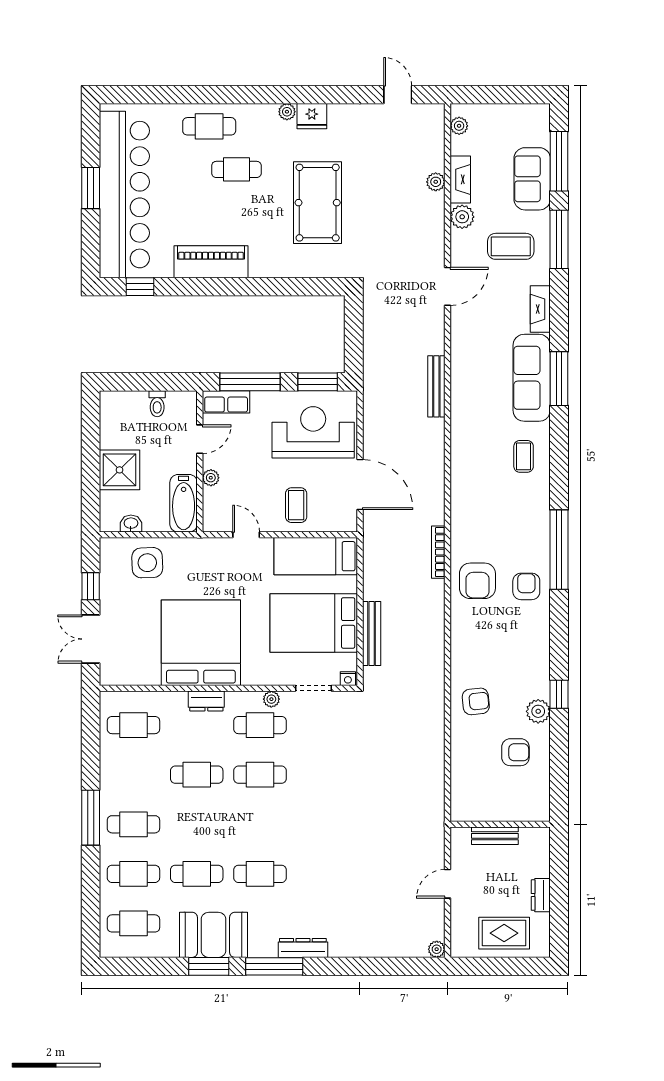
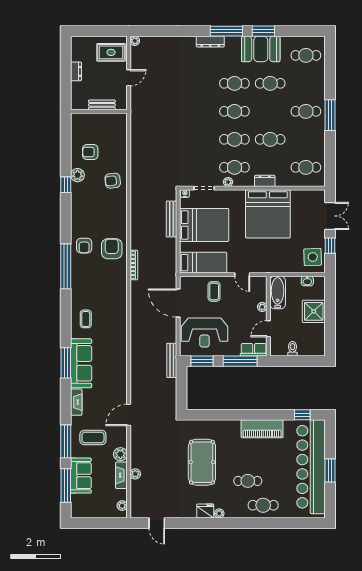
bench: (436, 386) -> (172, 360), moved
side table: (147, 563) -> (313, 257), moved
cafe table: (133, 874) -> (234, 111), moved
rug: (504, 933) -> (111, 52), moved

